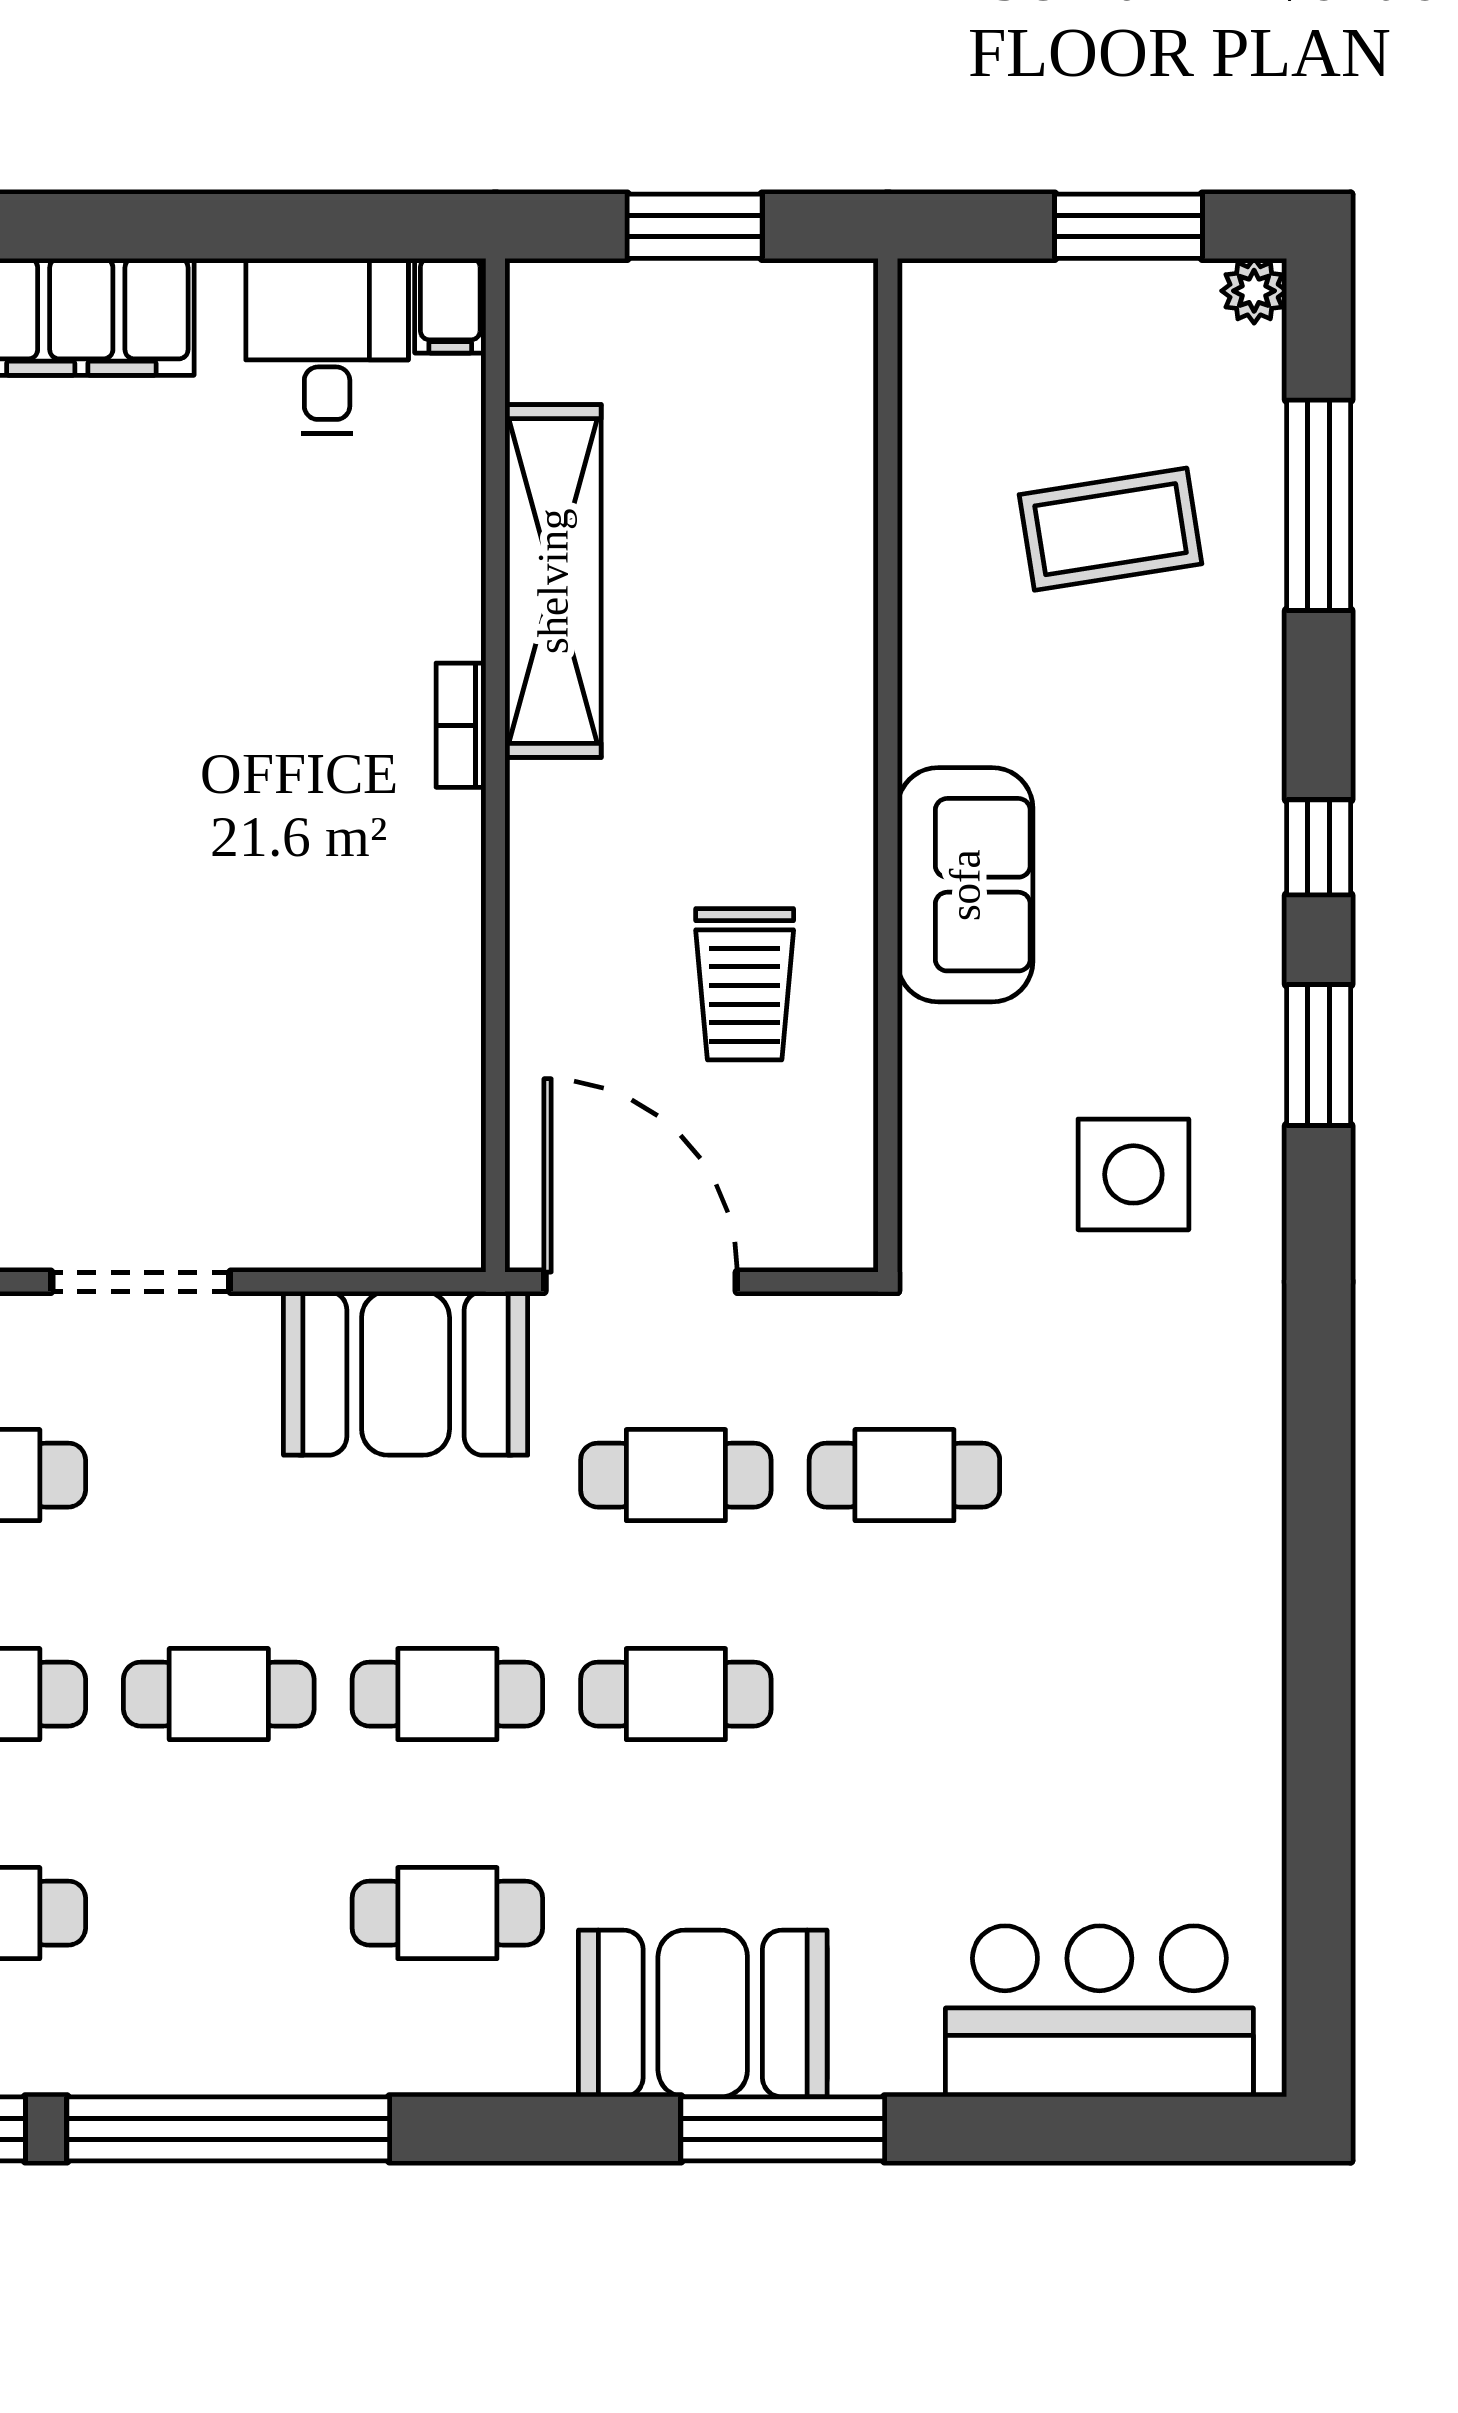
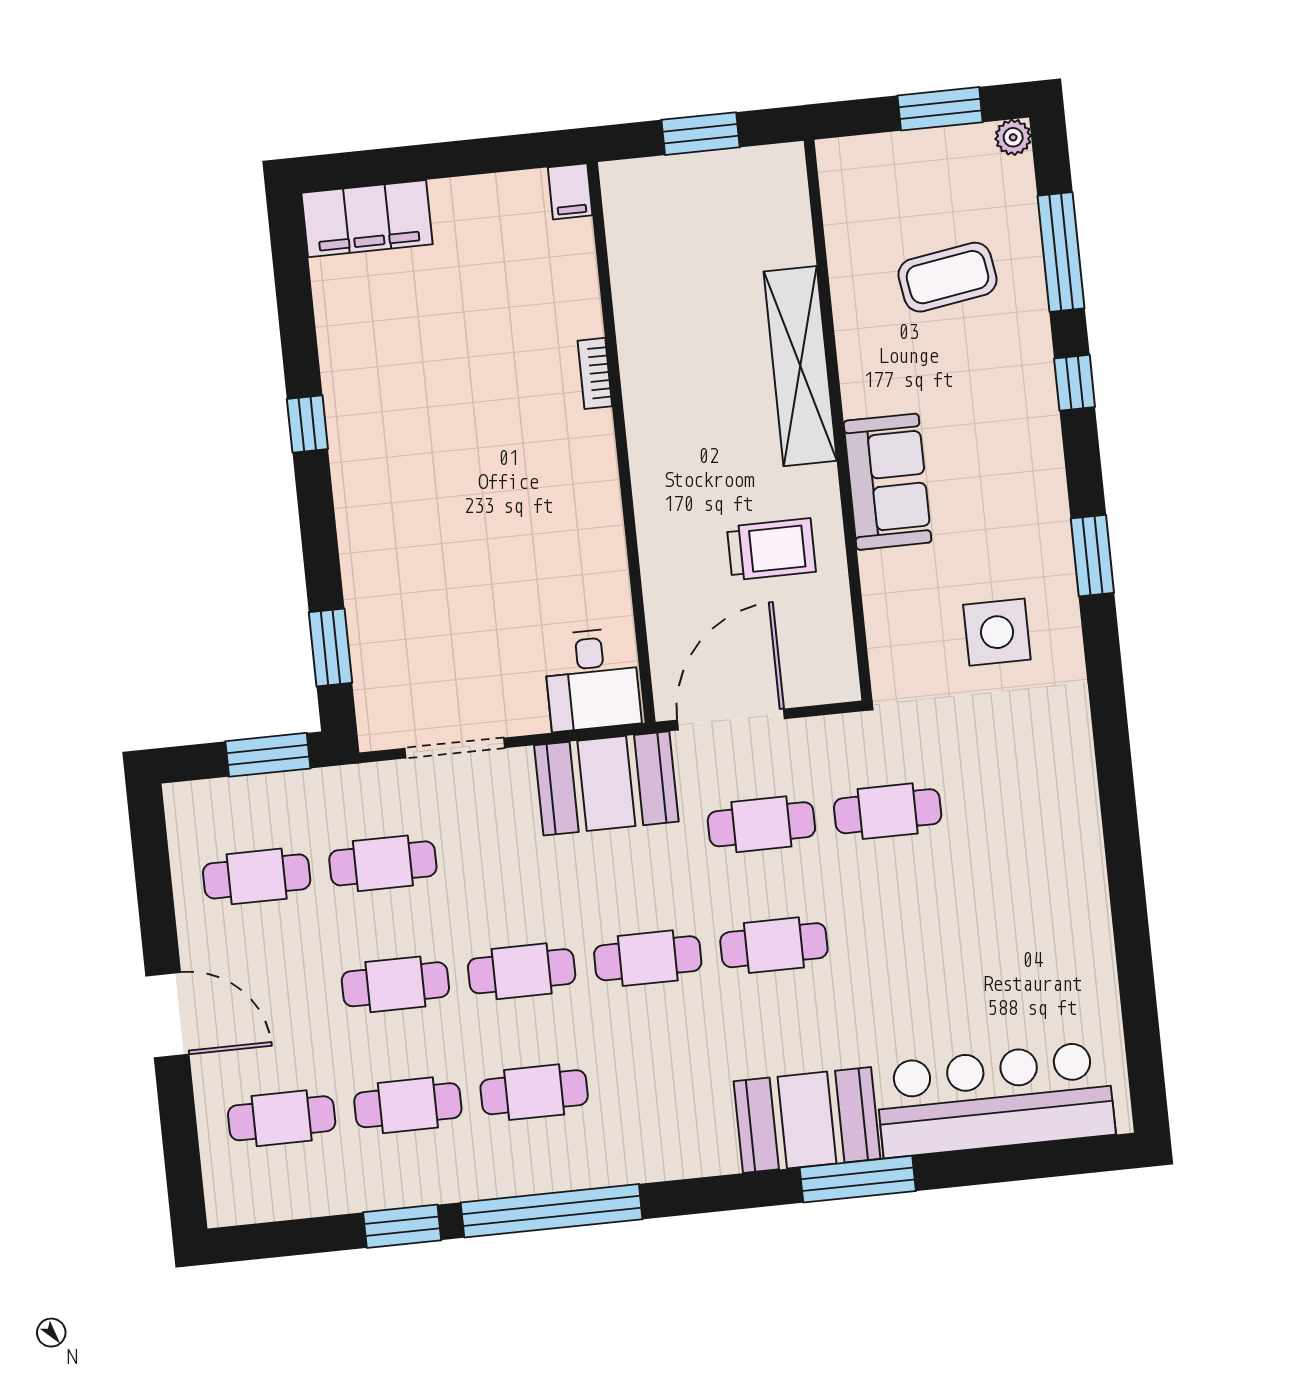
desk: (327, 346) -> (592, 680), moved, turned 180
shelving: (553, 581) -> (800, 366), moved
bookcase: (461, 725) -> (595, 373), moved
window: (1319, 847) -> (1075, 383), moved
trolley: (745, 984) -> (771, 549), turned -90
door: (641, 1282) -> (731, 719), hinge flipped
cafe table: (447, 1913) -> (534, 1092), moved
bar counter: (1099, 2011) -> (995, 1099), width x1.36

